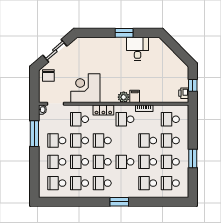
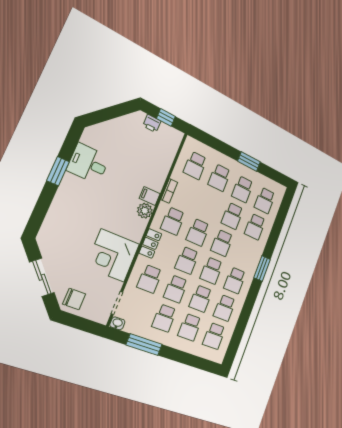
printer: (184, 93) -> (152, 123), moved
school desk: (148, 141) -> (198, 232), moved

